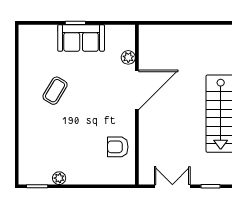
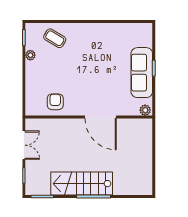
sofa: (81, 38) -> (142, 73), width x1.36
plant: (128, 57) -> (145, 110), moved
coffee table: (55, 91) -> (55, 38), moved

